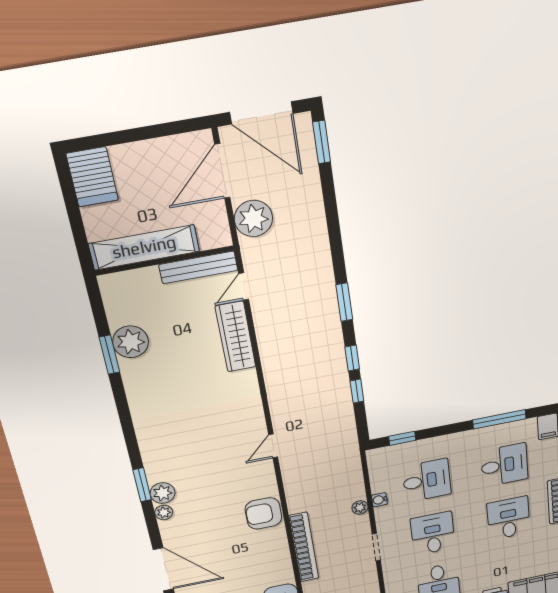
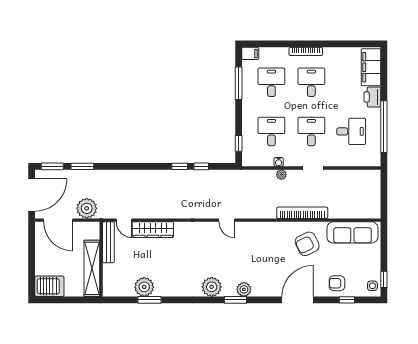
window: (344, 302) -> (82, 166), moved
plant: (164, 512) -> (212, 287), moved, width x1.87, depth x1.87
armchair: (263, 513) -> (307, 244), moved, turned 64
desk: (508, 518) -> (311, 82), turned 90
desk: (433, 533) -> (311, 131), turned 90

